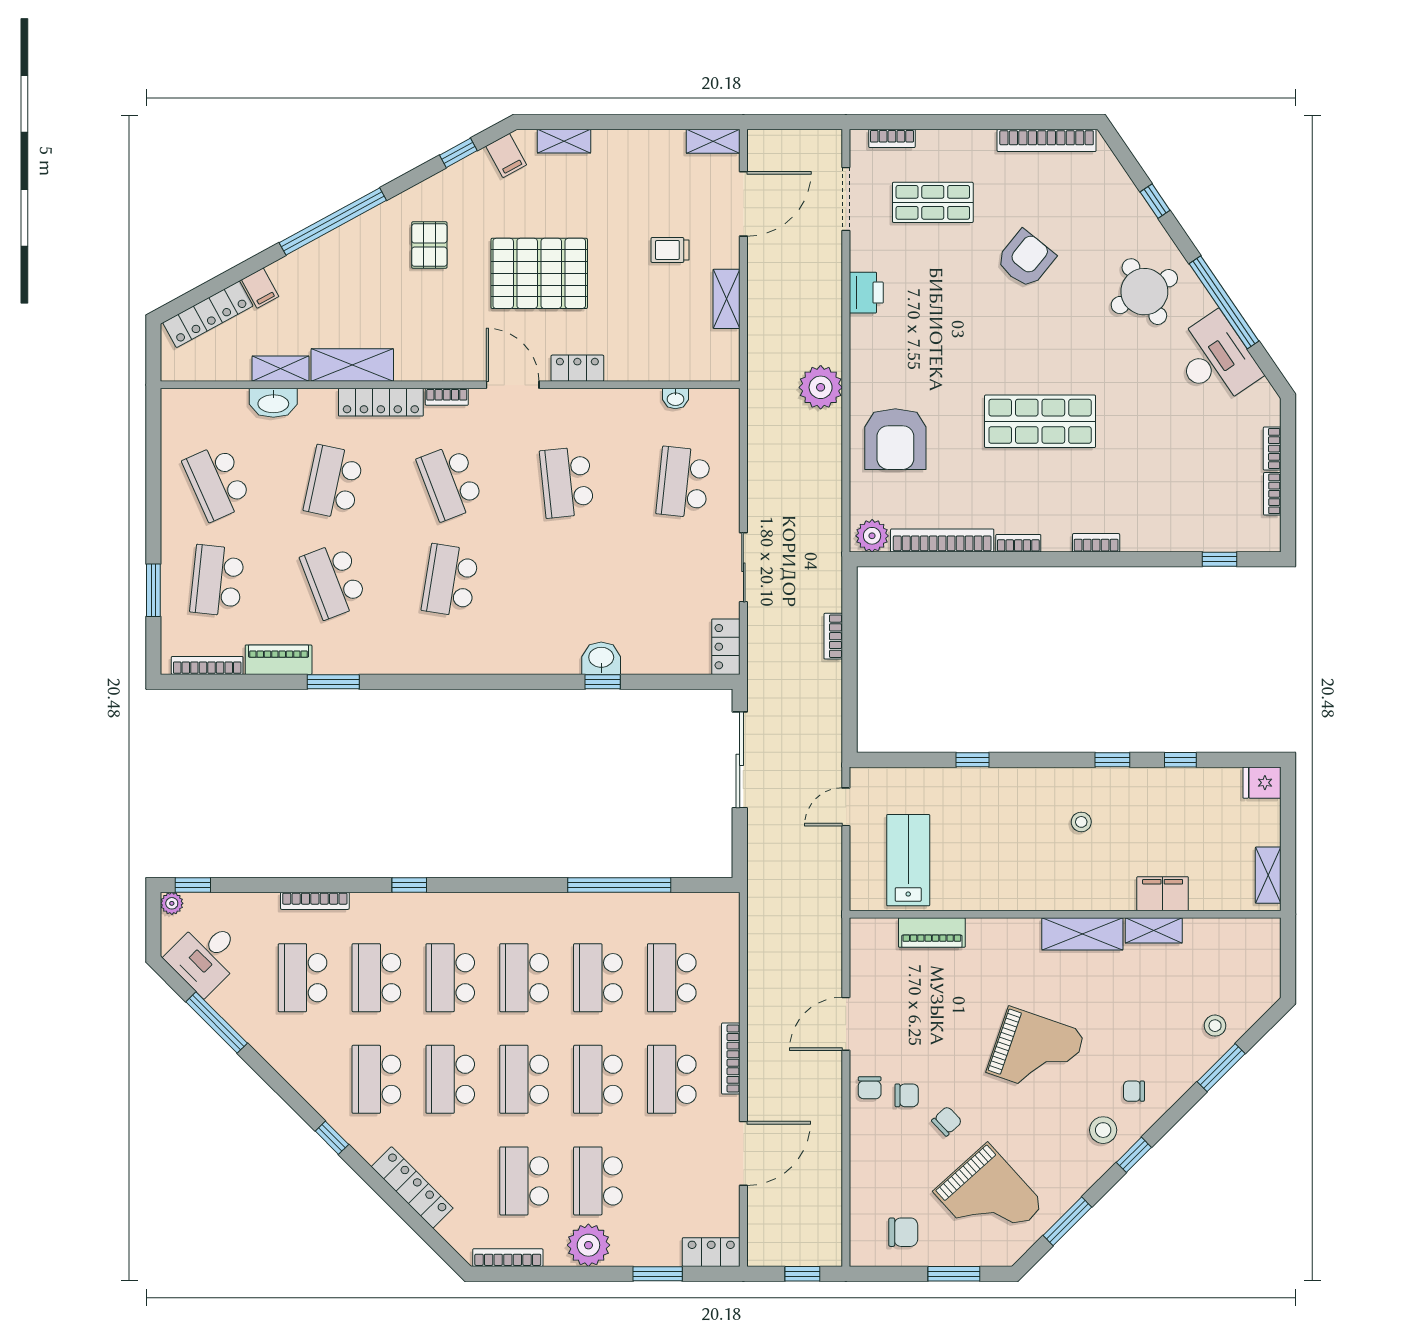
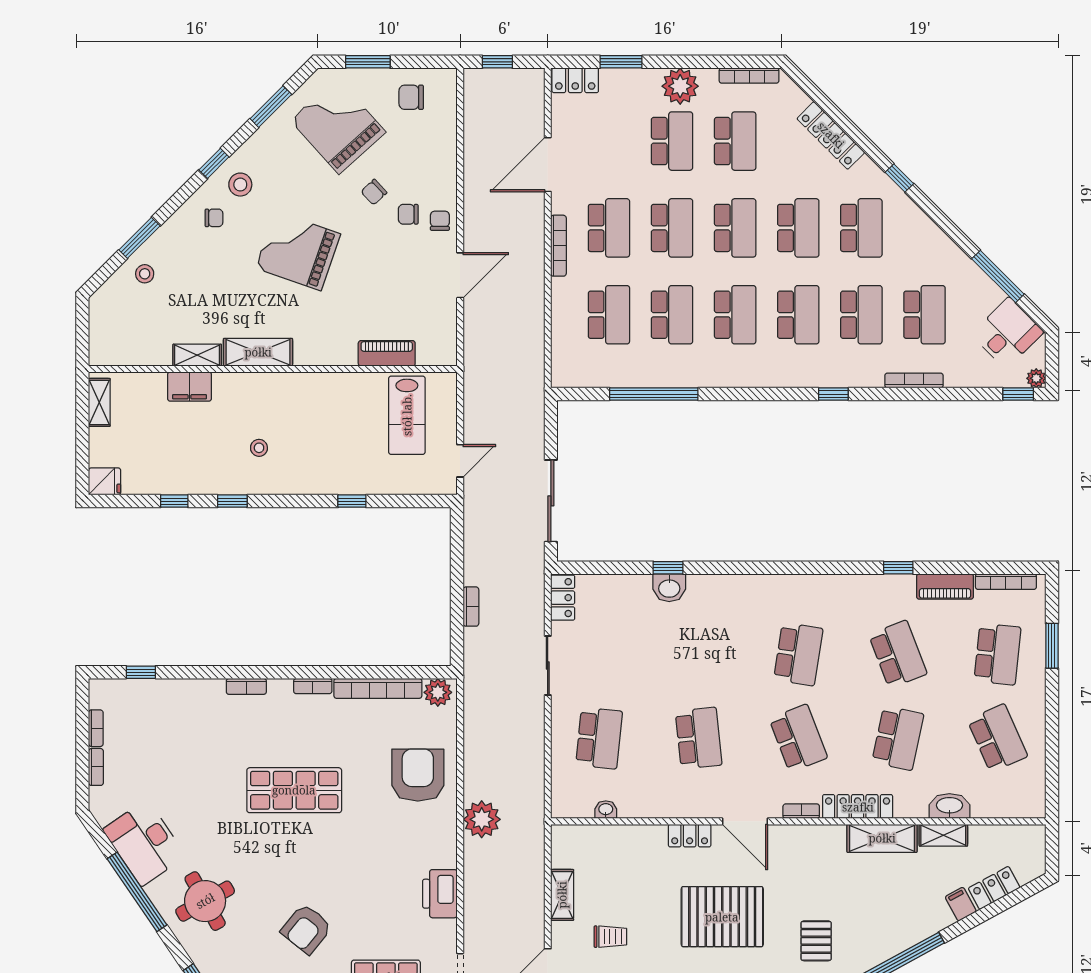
printer: (866, 293) -> (440, 894), width x1.37, depth x1.19
locker: (208, 314) -> (994, 888), width x0.66
window: (333, 682) -> (898, 568), width x0.67

